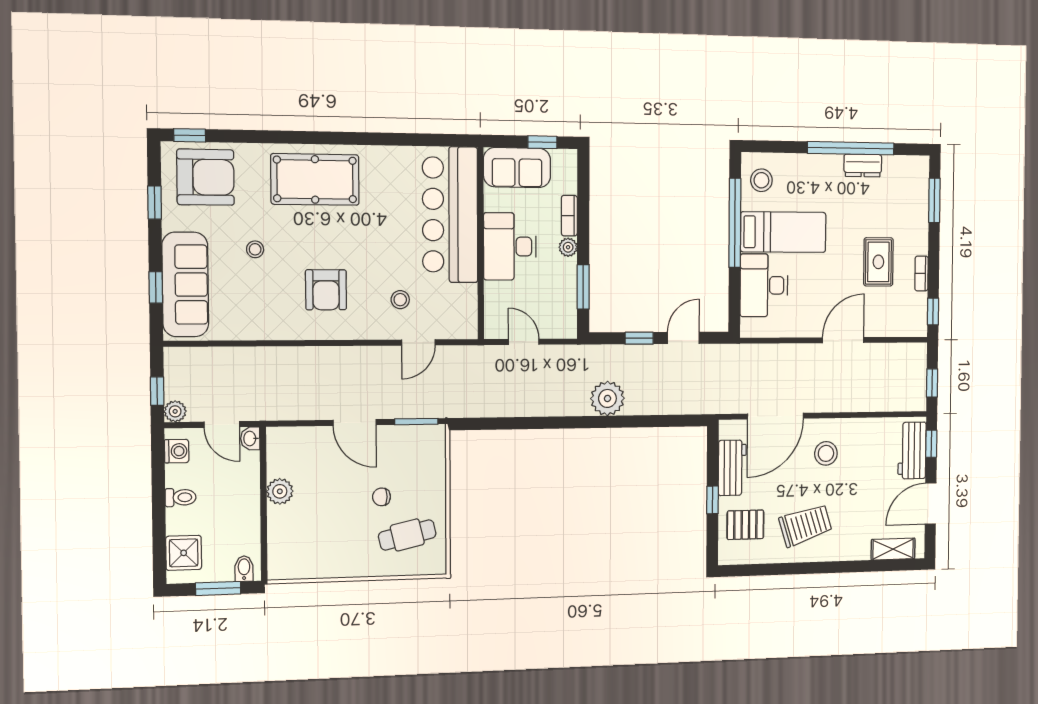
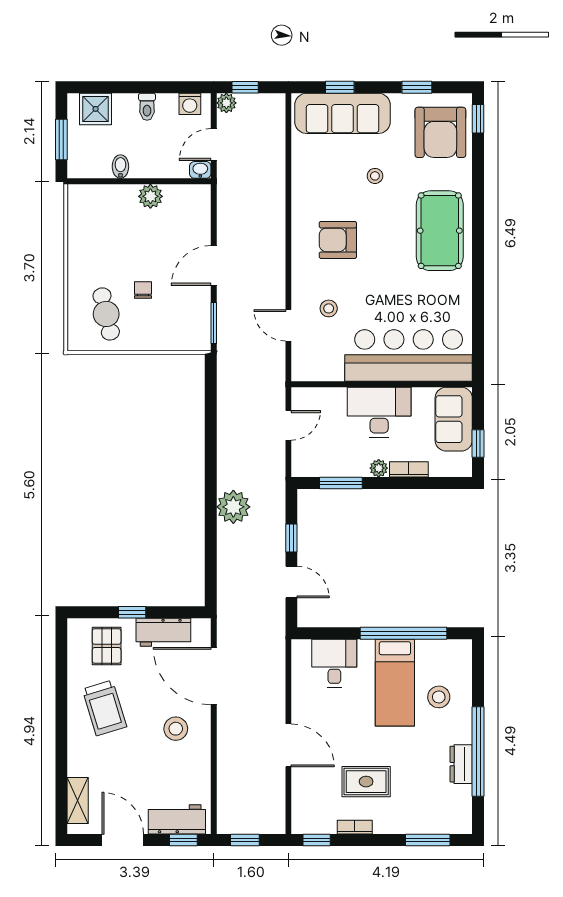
stool: (761, 180) -> (439, 697), moved
desk: (764, 285) -> (334, 663), width x0.73
bidet: (244, 569) -> (120, 167), moved, turned -90

